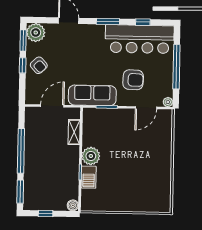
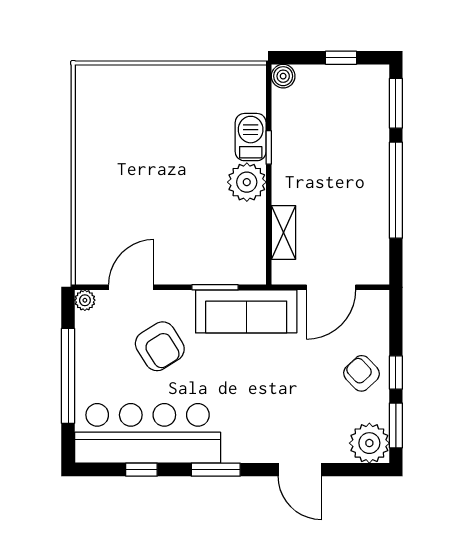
armchair: (133, 80) -> (160, 346), turned -124

